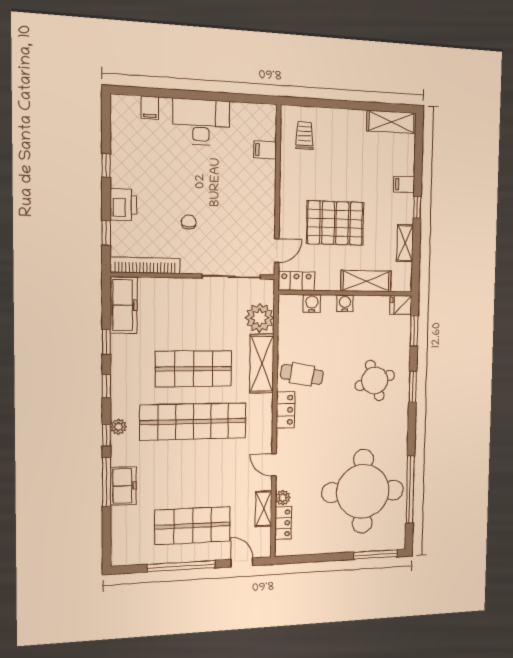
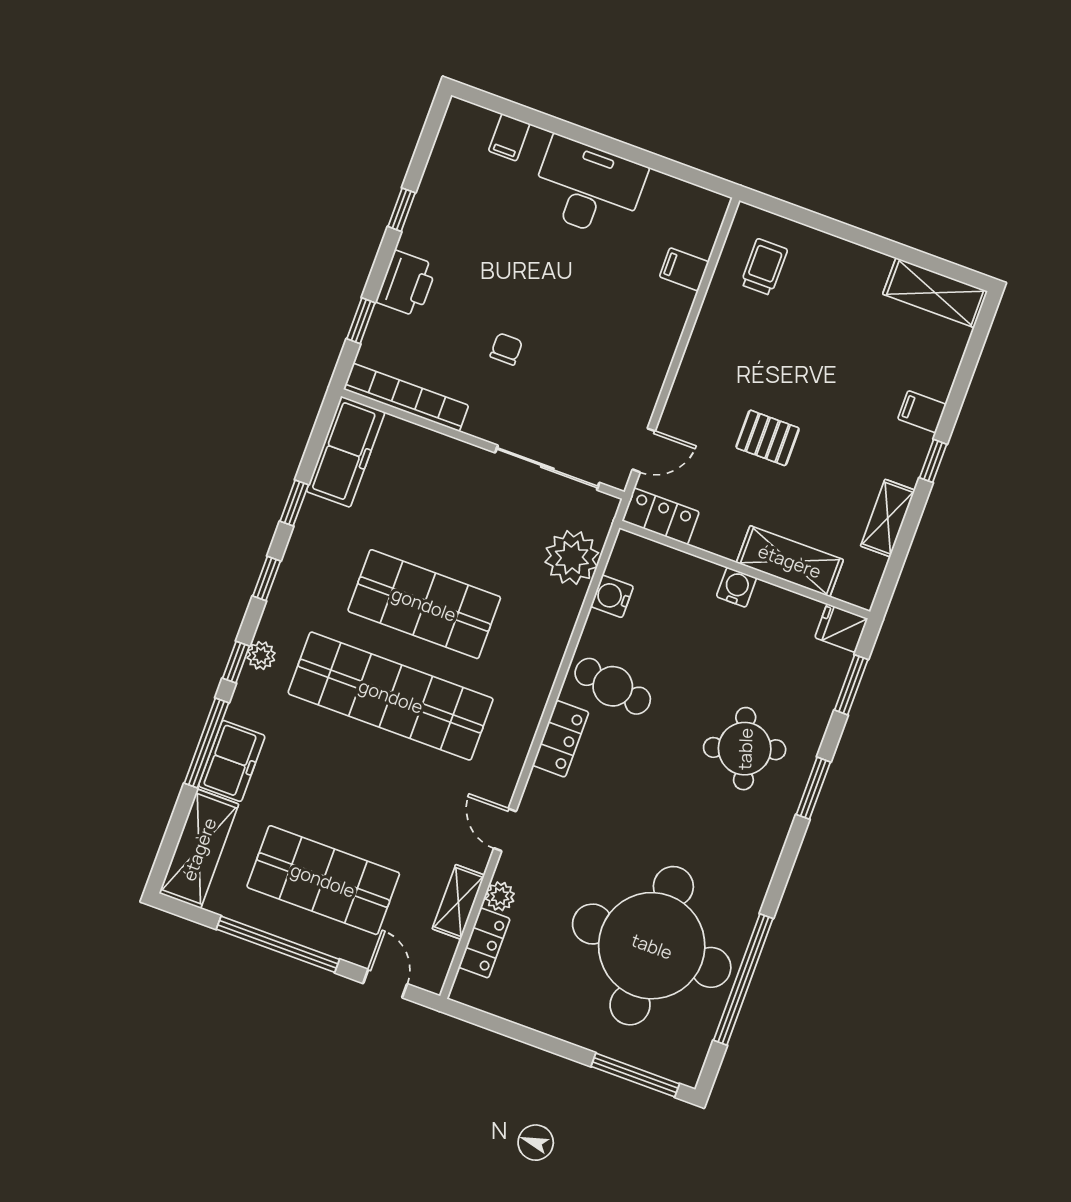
pallet: (335, 223) -> (768, 438), width x0.49, depth x0.50
water cooler: (312, 303) -> (612, 596), moved, turned -90
shelving: (262, 364) -> (199, 849), moved

